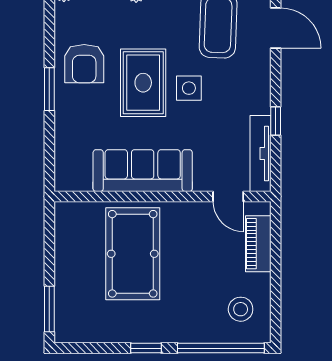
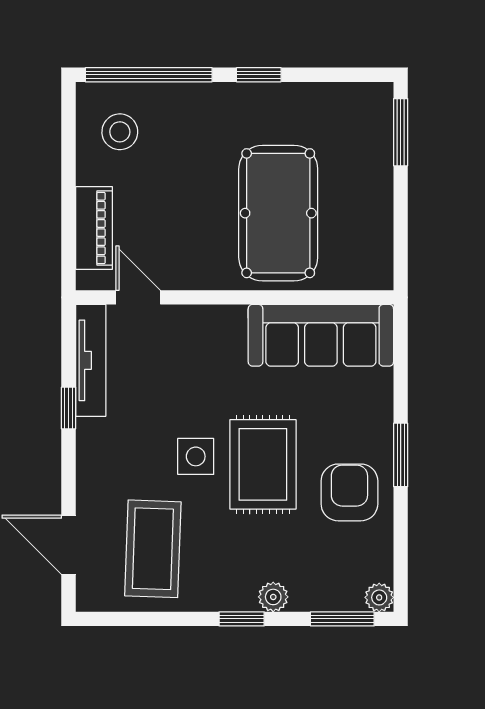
sofa: (143, 171) -> (321, 335), moved

